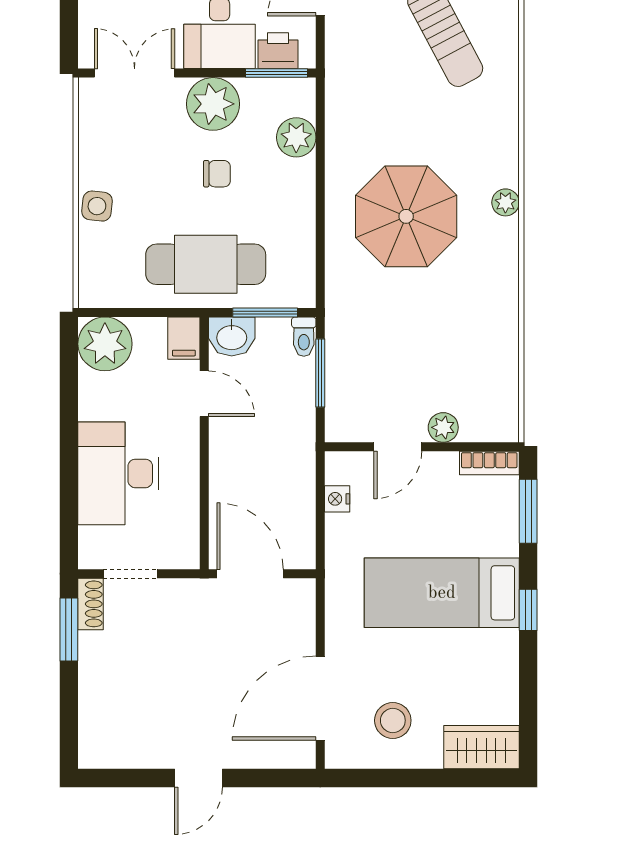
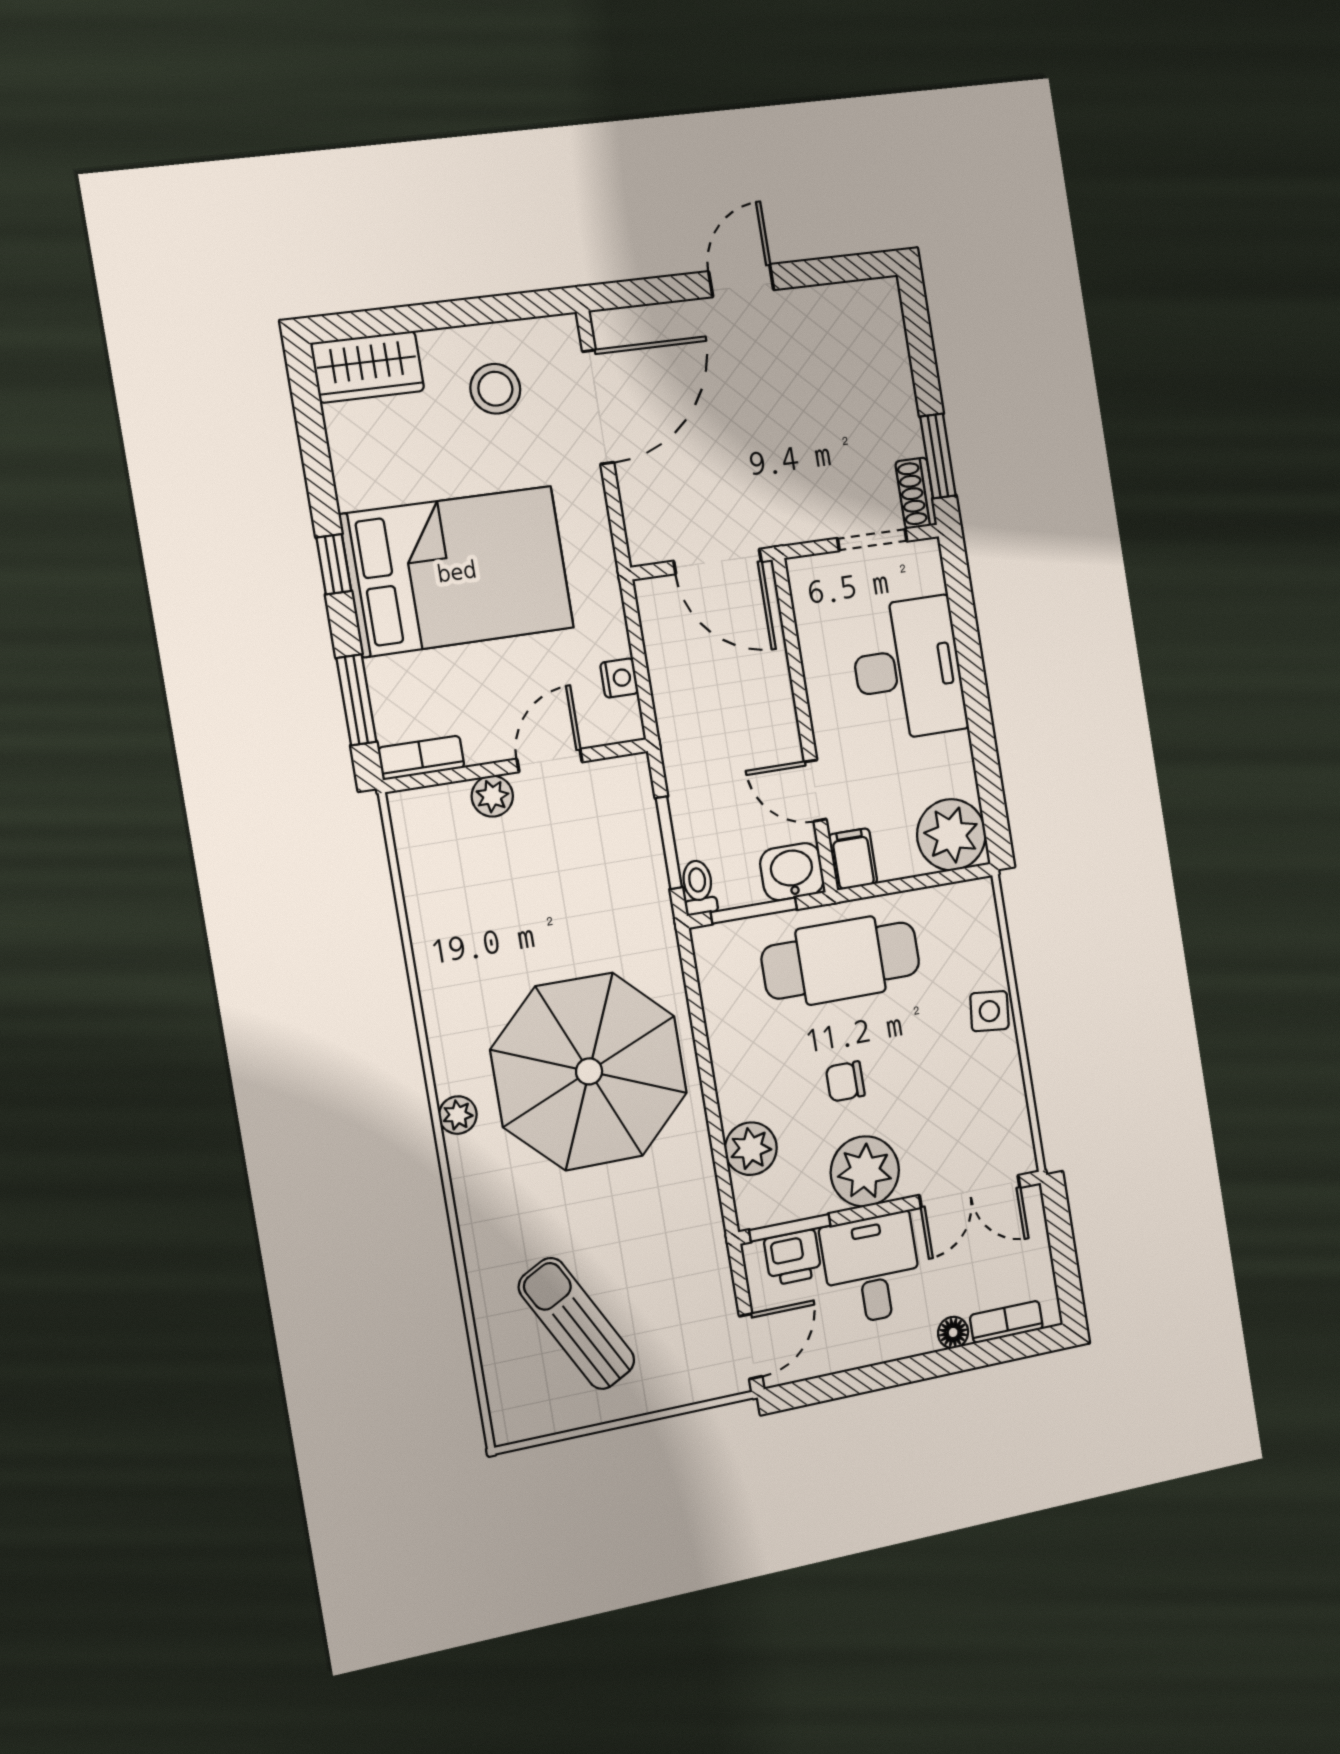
parasol: (406, 216) -> (589, 1071), width x1.36, depth x1.36
bed: (442, 593) -> (457, 571), width x1.50

